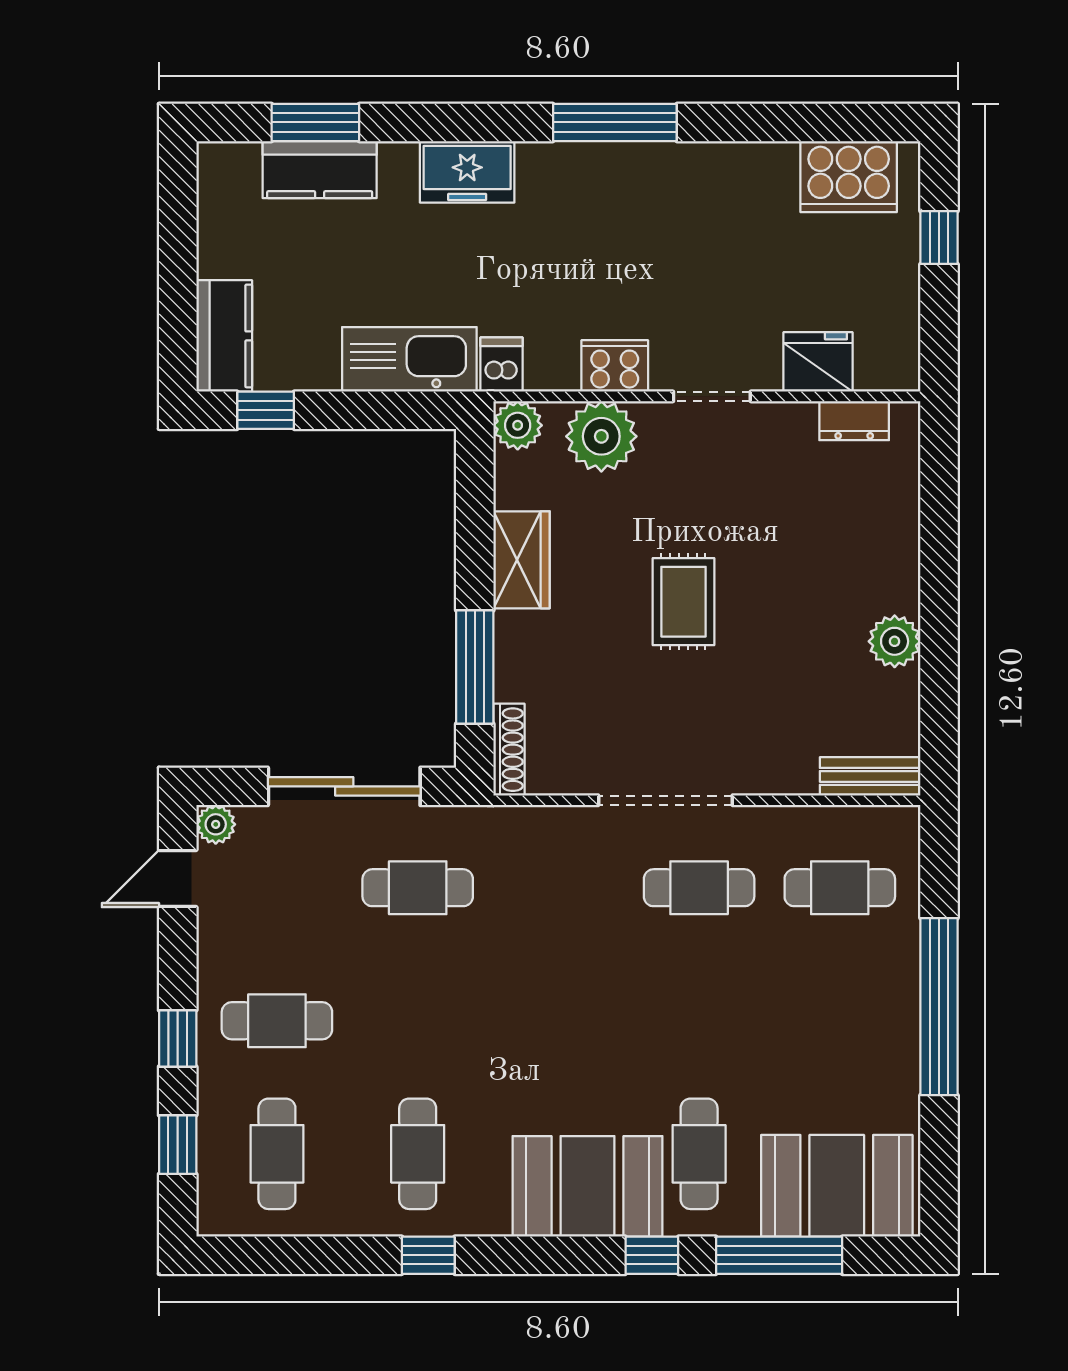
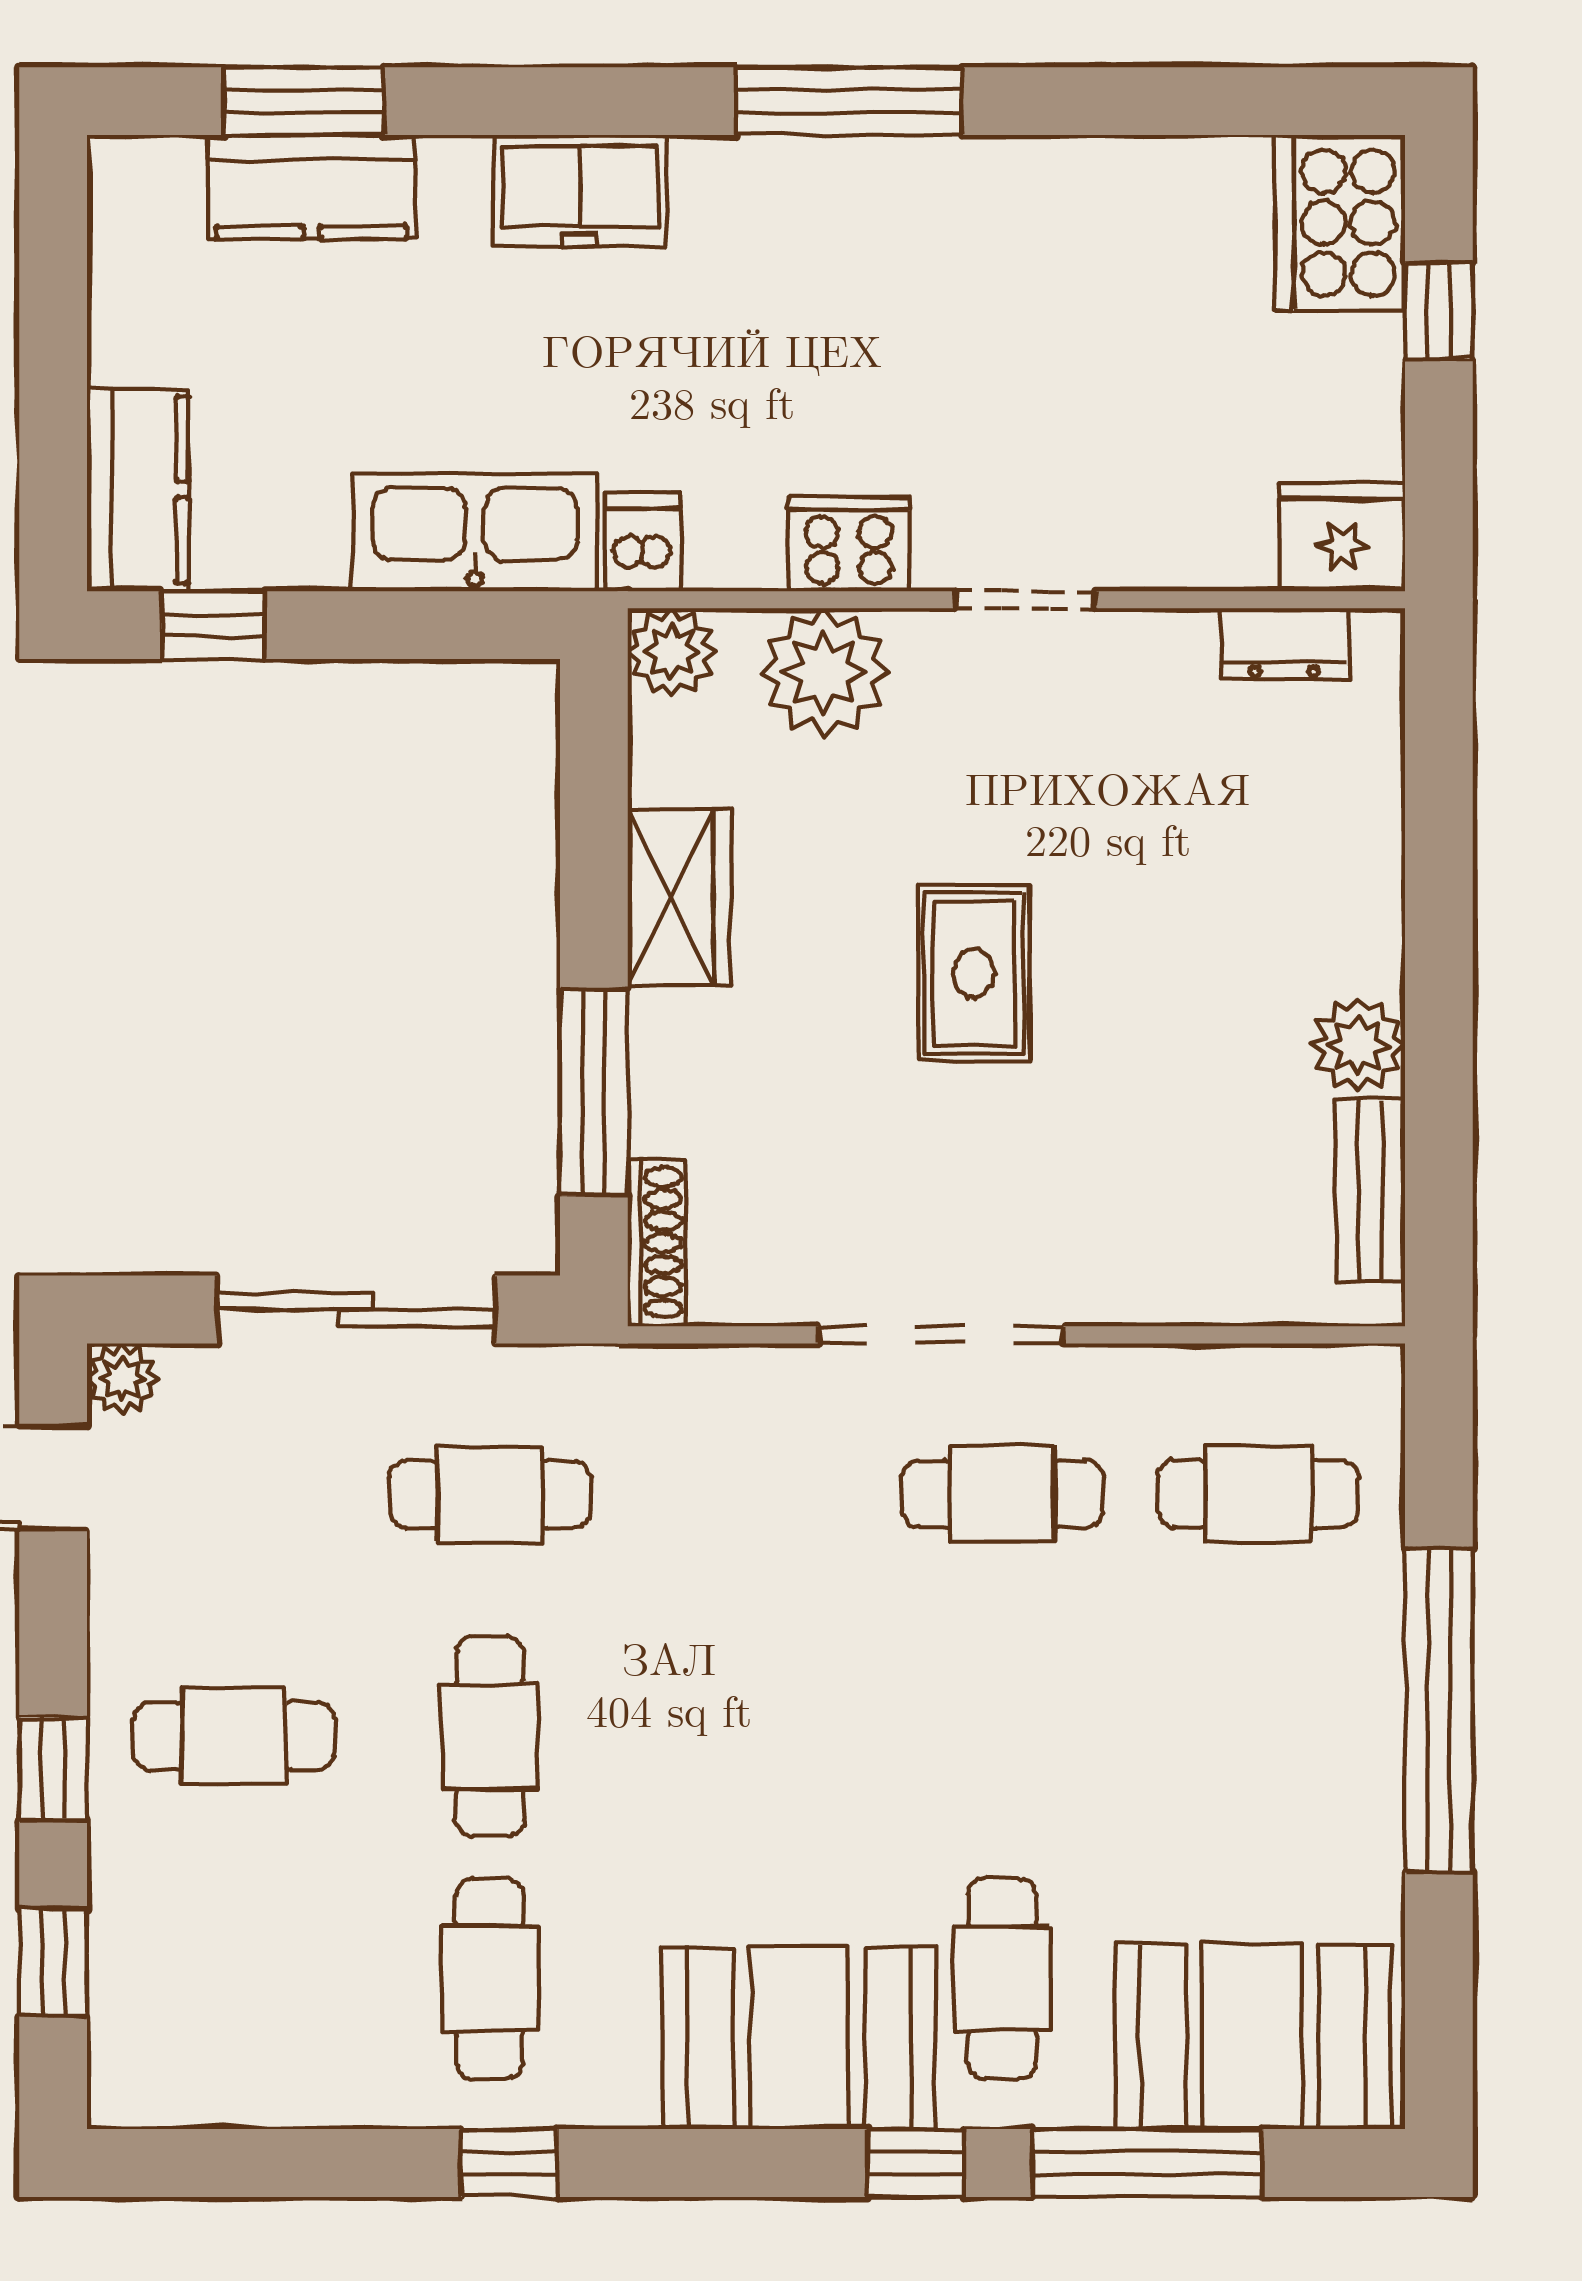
cooker: (849, 177) -> (1340, 223), moved, turned 90
fridge: (818, 362) -> (1342, 537), moved
bench: (870, 776) -> (1370, 1191), moved, turned 90
cafe table: (277, 1154) -> (490, 1736), moved

